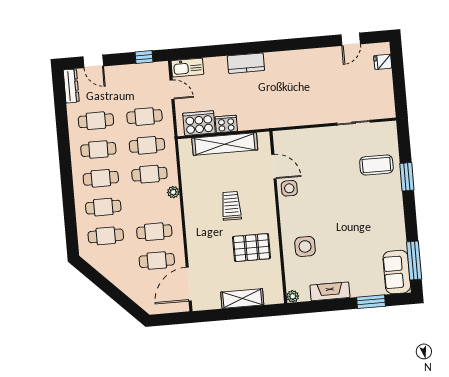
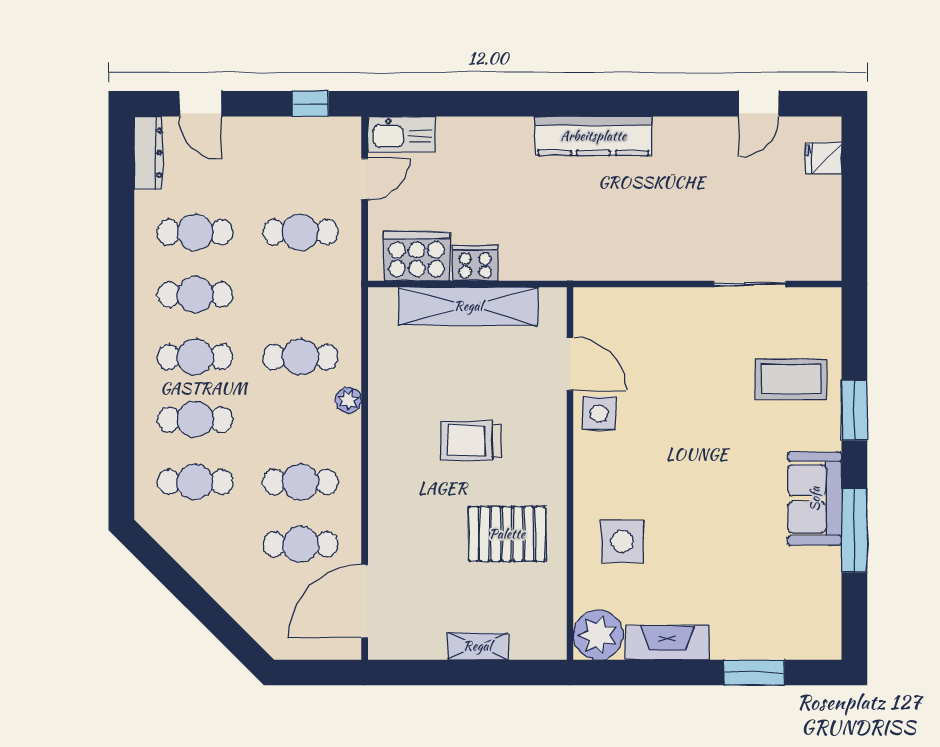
kitchen counter: (246, 63) -> (593, 136), moved, width x1.50
door: (172, 90) -> (365, 179), hinge flipped
cafe table: (147, 145) -> (300, 295), removed
trolley: (231, 206) -> (471, 440), turned -90
window: (414, 260) -> (854, 531), moved
sofa: (397, 272) -> (815, 499), moved
plant: (293, 296) -> (598, 635), width x1.88, depth x1.88
shelving: (242, 298) -> (477, 646), width x0.67, depth x0.75

